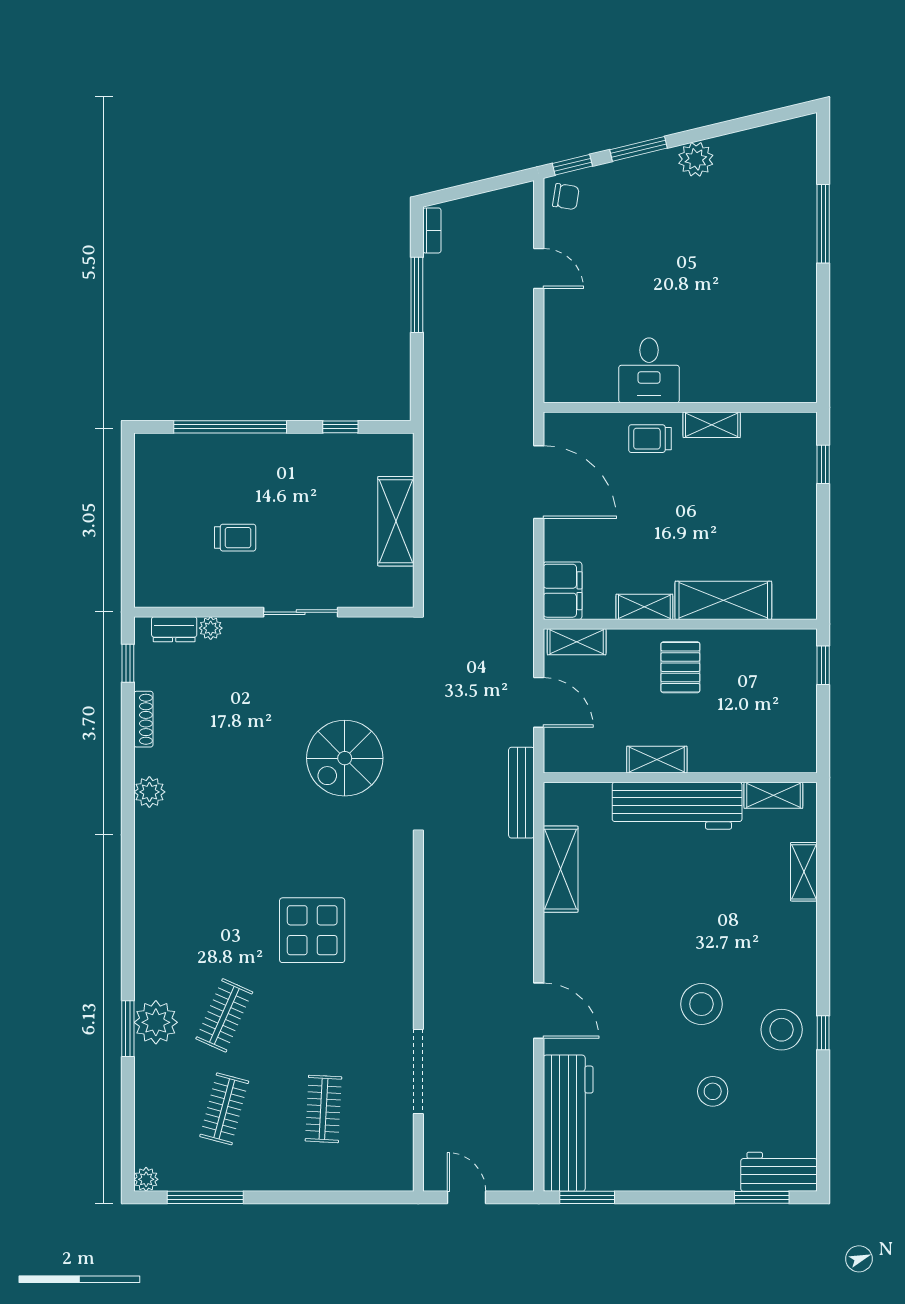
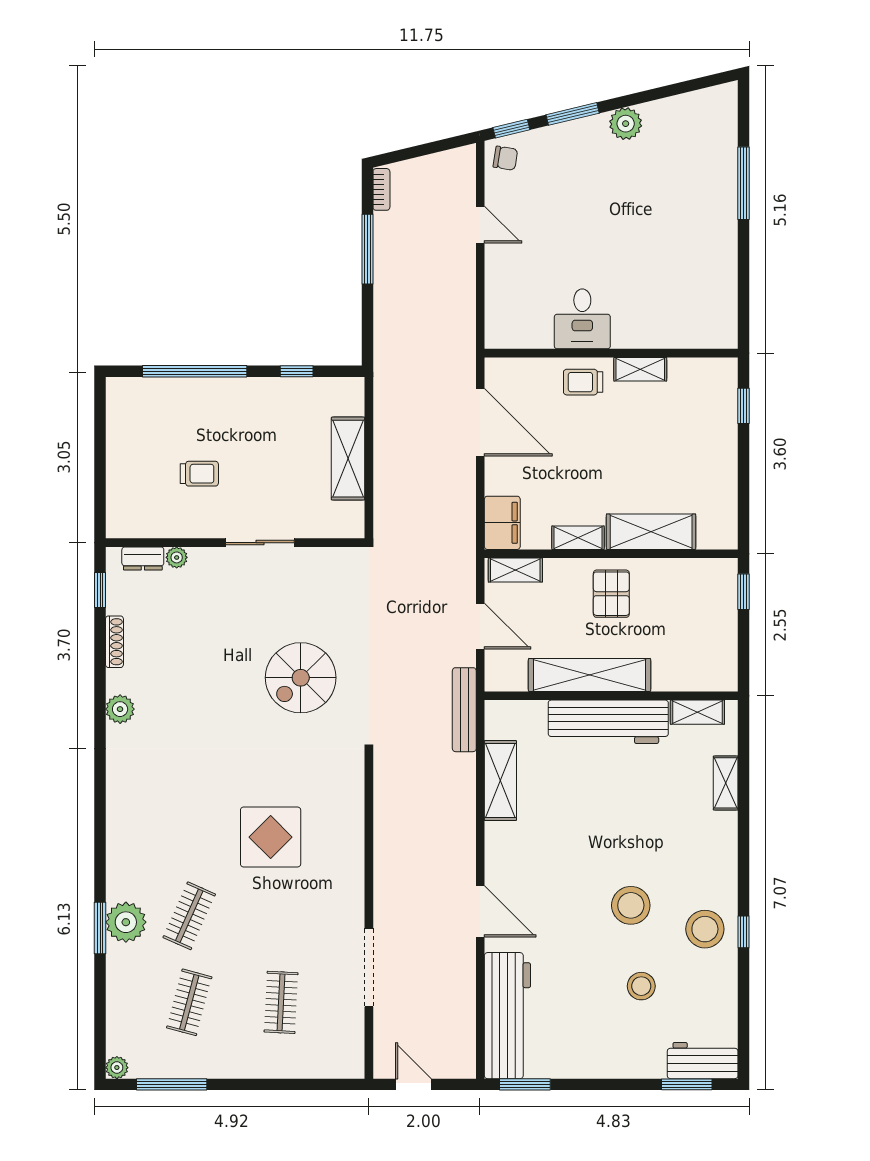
shelving: (657, 760) -> (590, 675), width x2.20, depth x1.33

